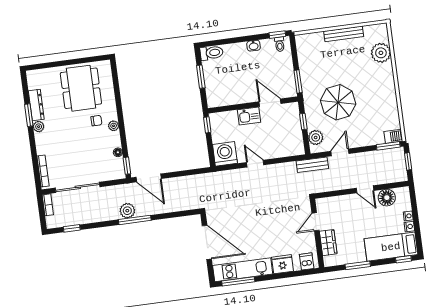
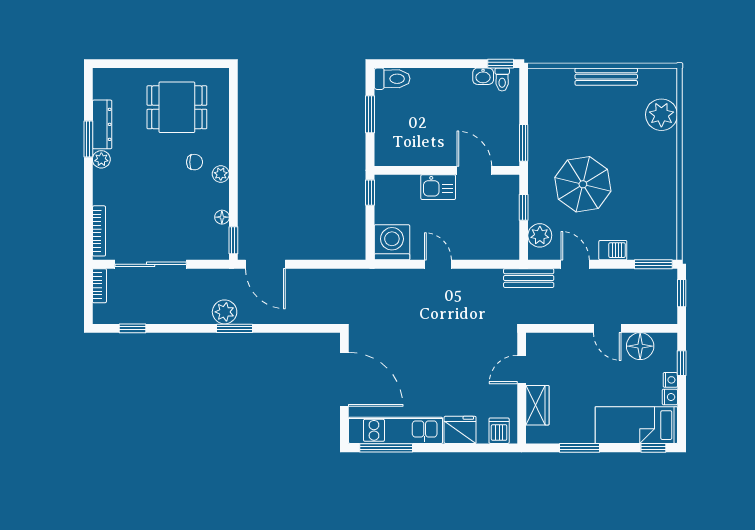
washbasin: (254, 46) -> (483, 76), moved
dining table: (81, 88) -> (177, 107), width x0.73
barbecue: (393, 136) -> (613, 250), moved
door: (340, 152) -> (575, 264), hinge flipped
window: (414, 205) -> (682, 363), added
window: (135, 220) -> (234, 328), width x0.69

